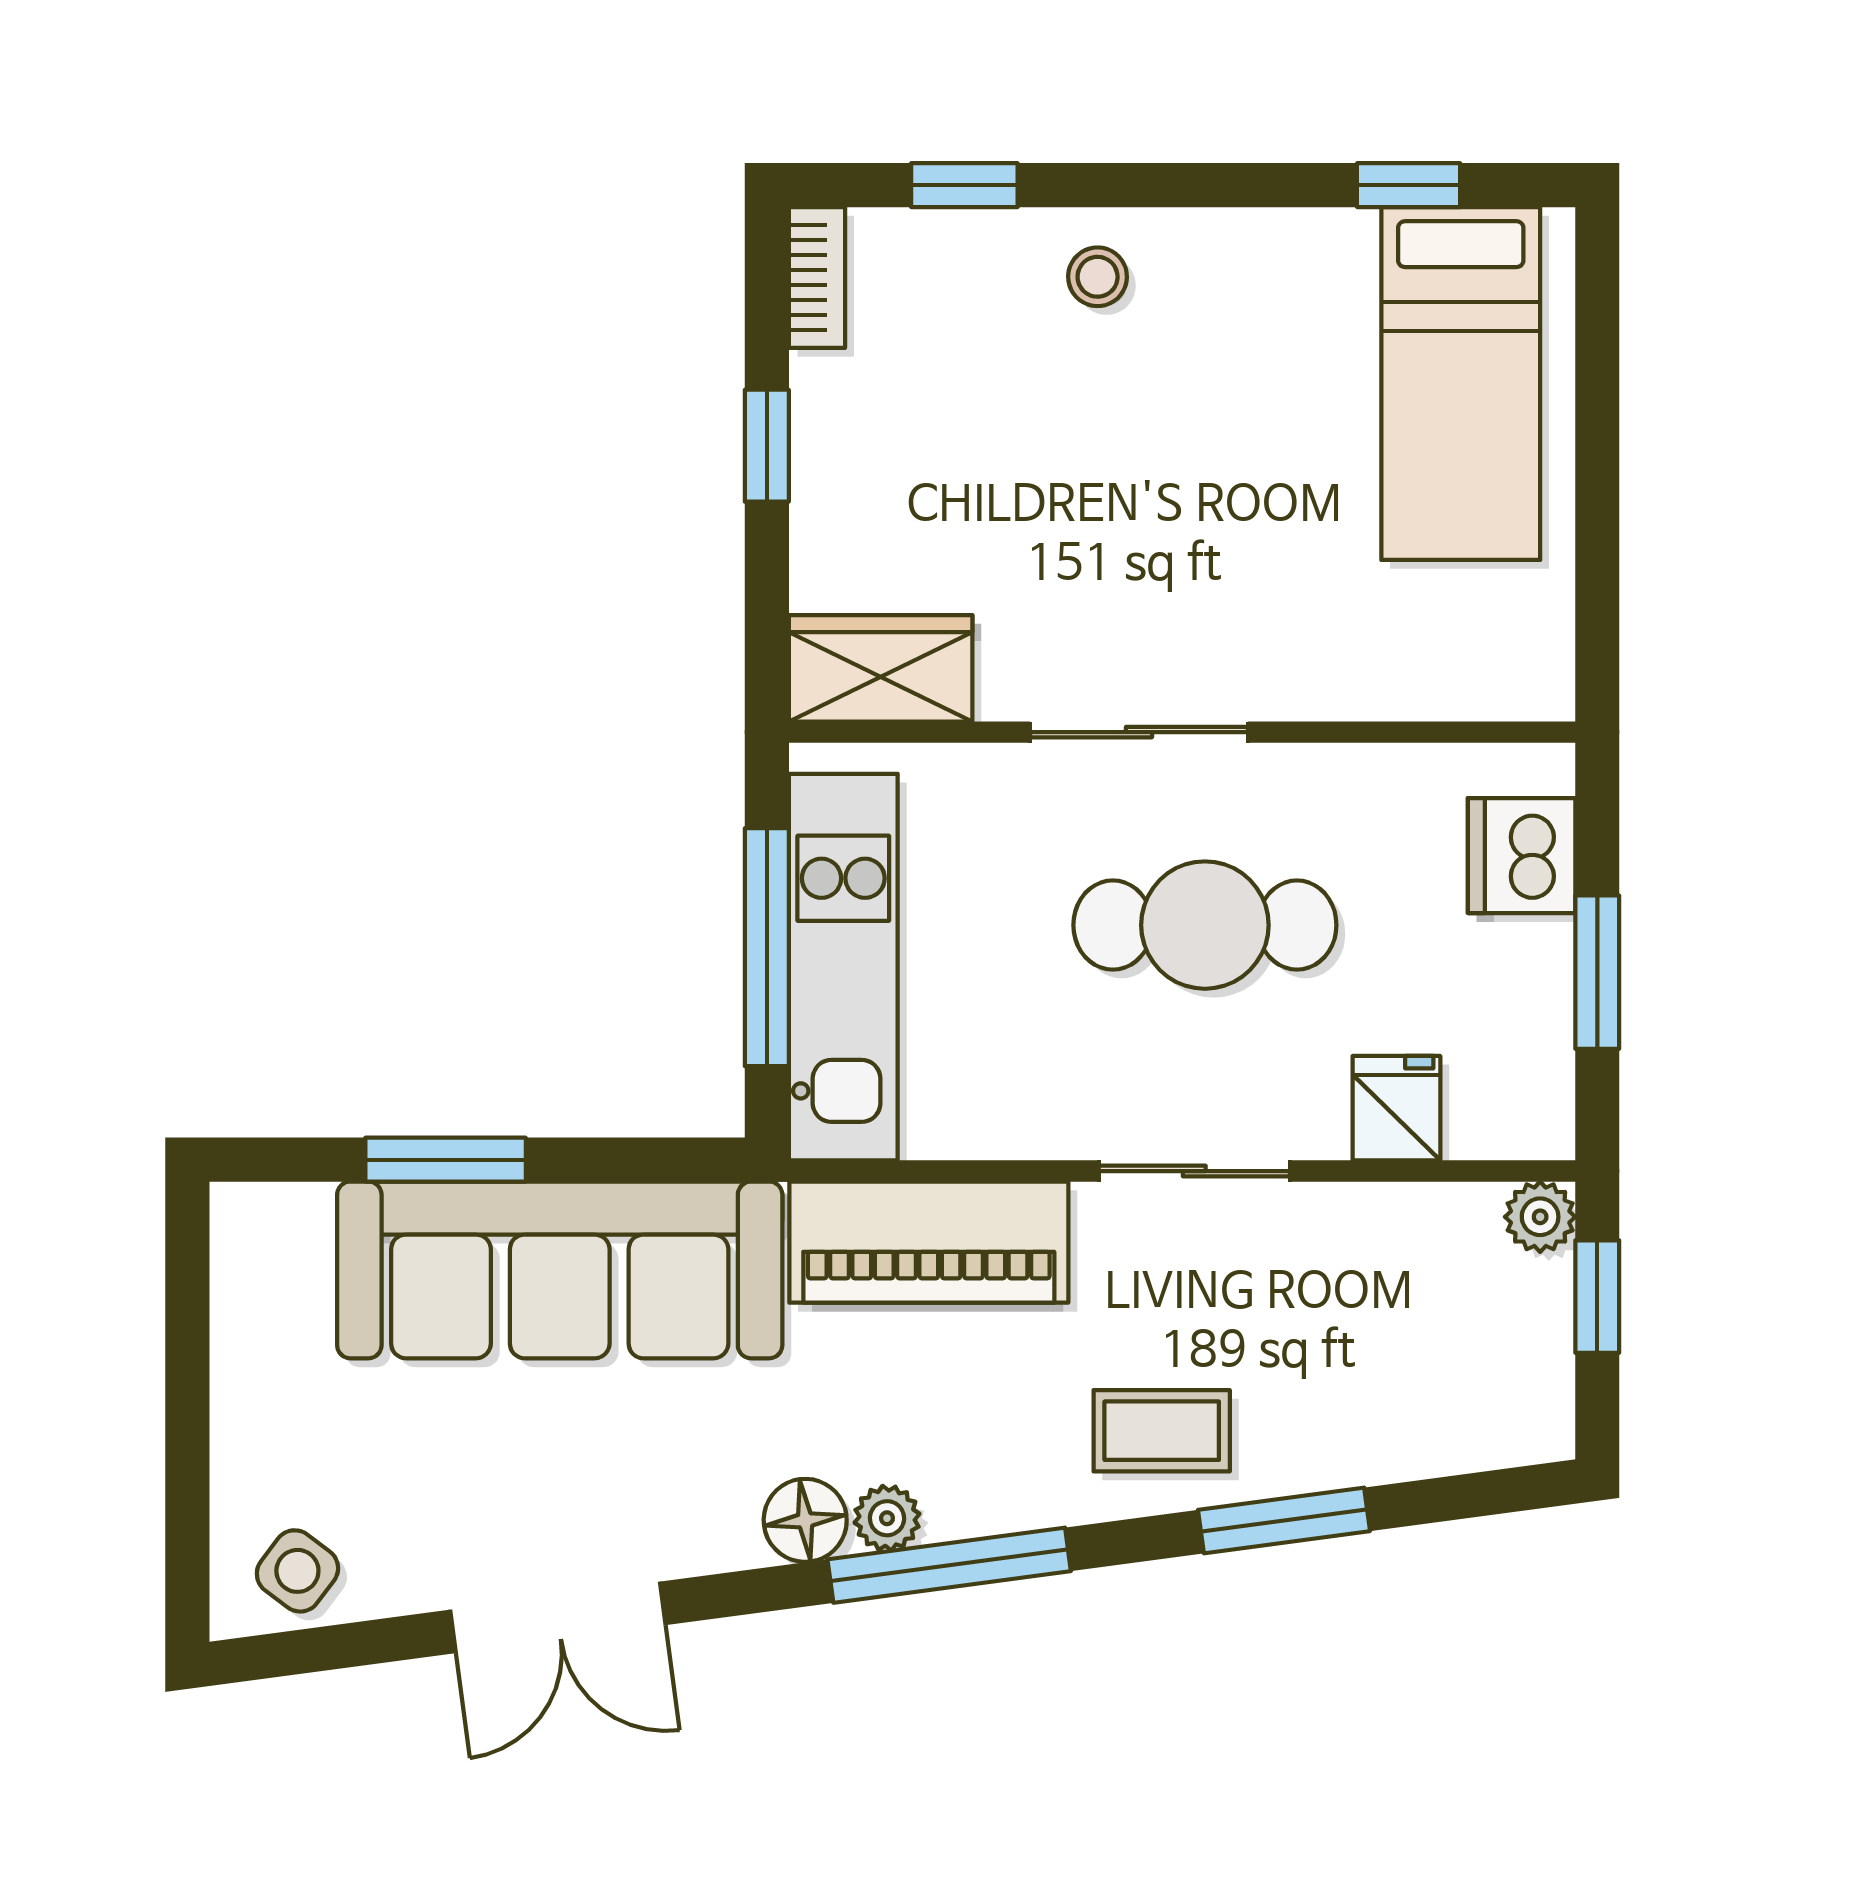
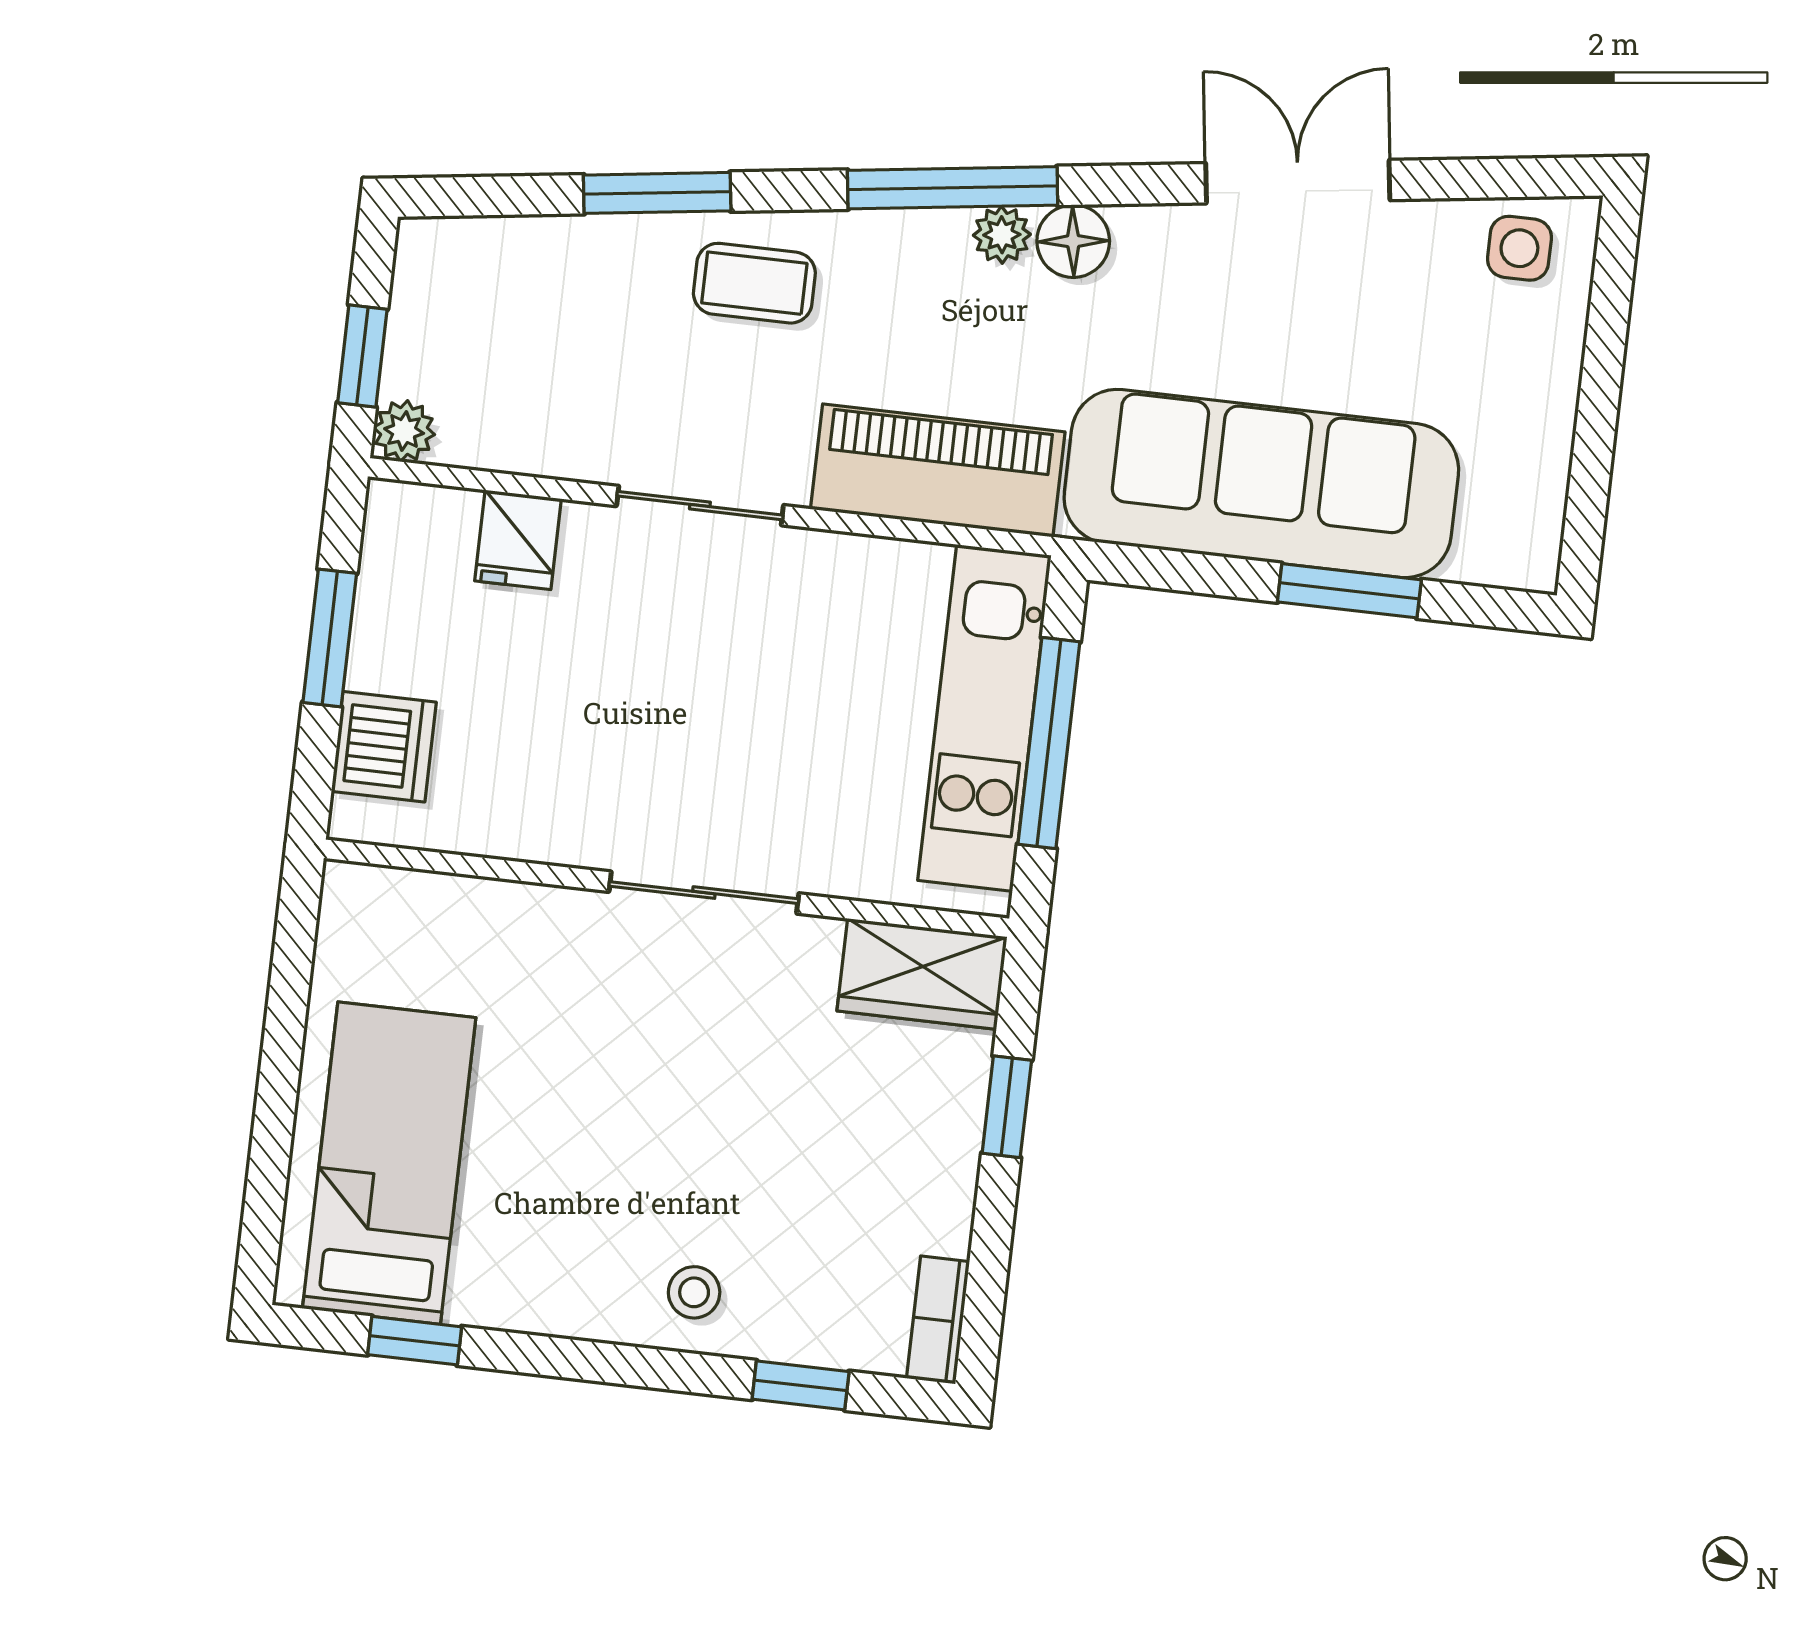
window: (767, 446) -> (1007, 1107), moved
cafe table: (1205, 925) -> (666, 718), removed
side table: (297, 1571) -> (1519, 248), turned -37

